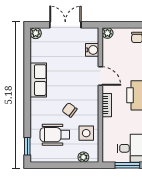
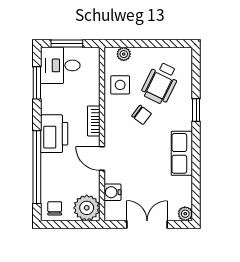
double door: (65, 25) -> (147, 225), swing flipped
plant: (107, 33) -> (87, 208), width x1.88, depth x1.88
wheelchair: (55, 135) -> (160, 83), turned 116
window: (27, 146) -> (196, 110), moved

